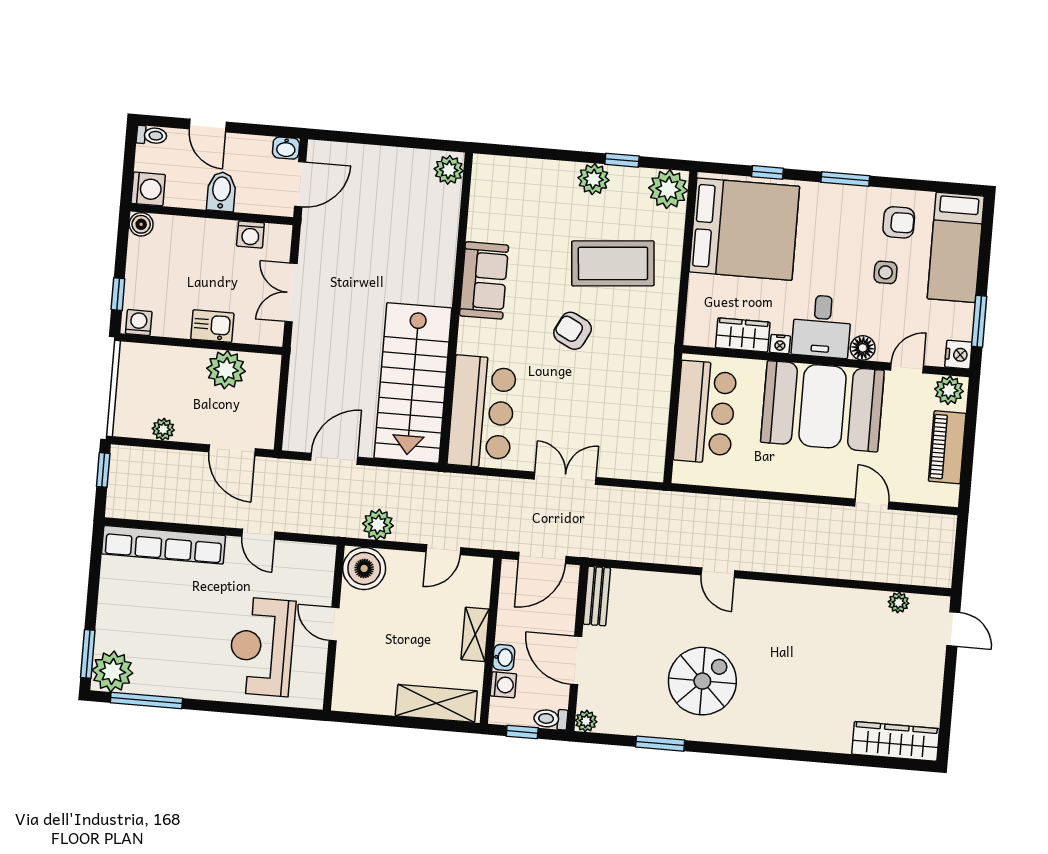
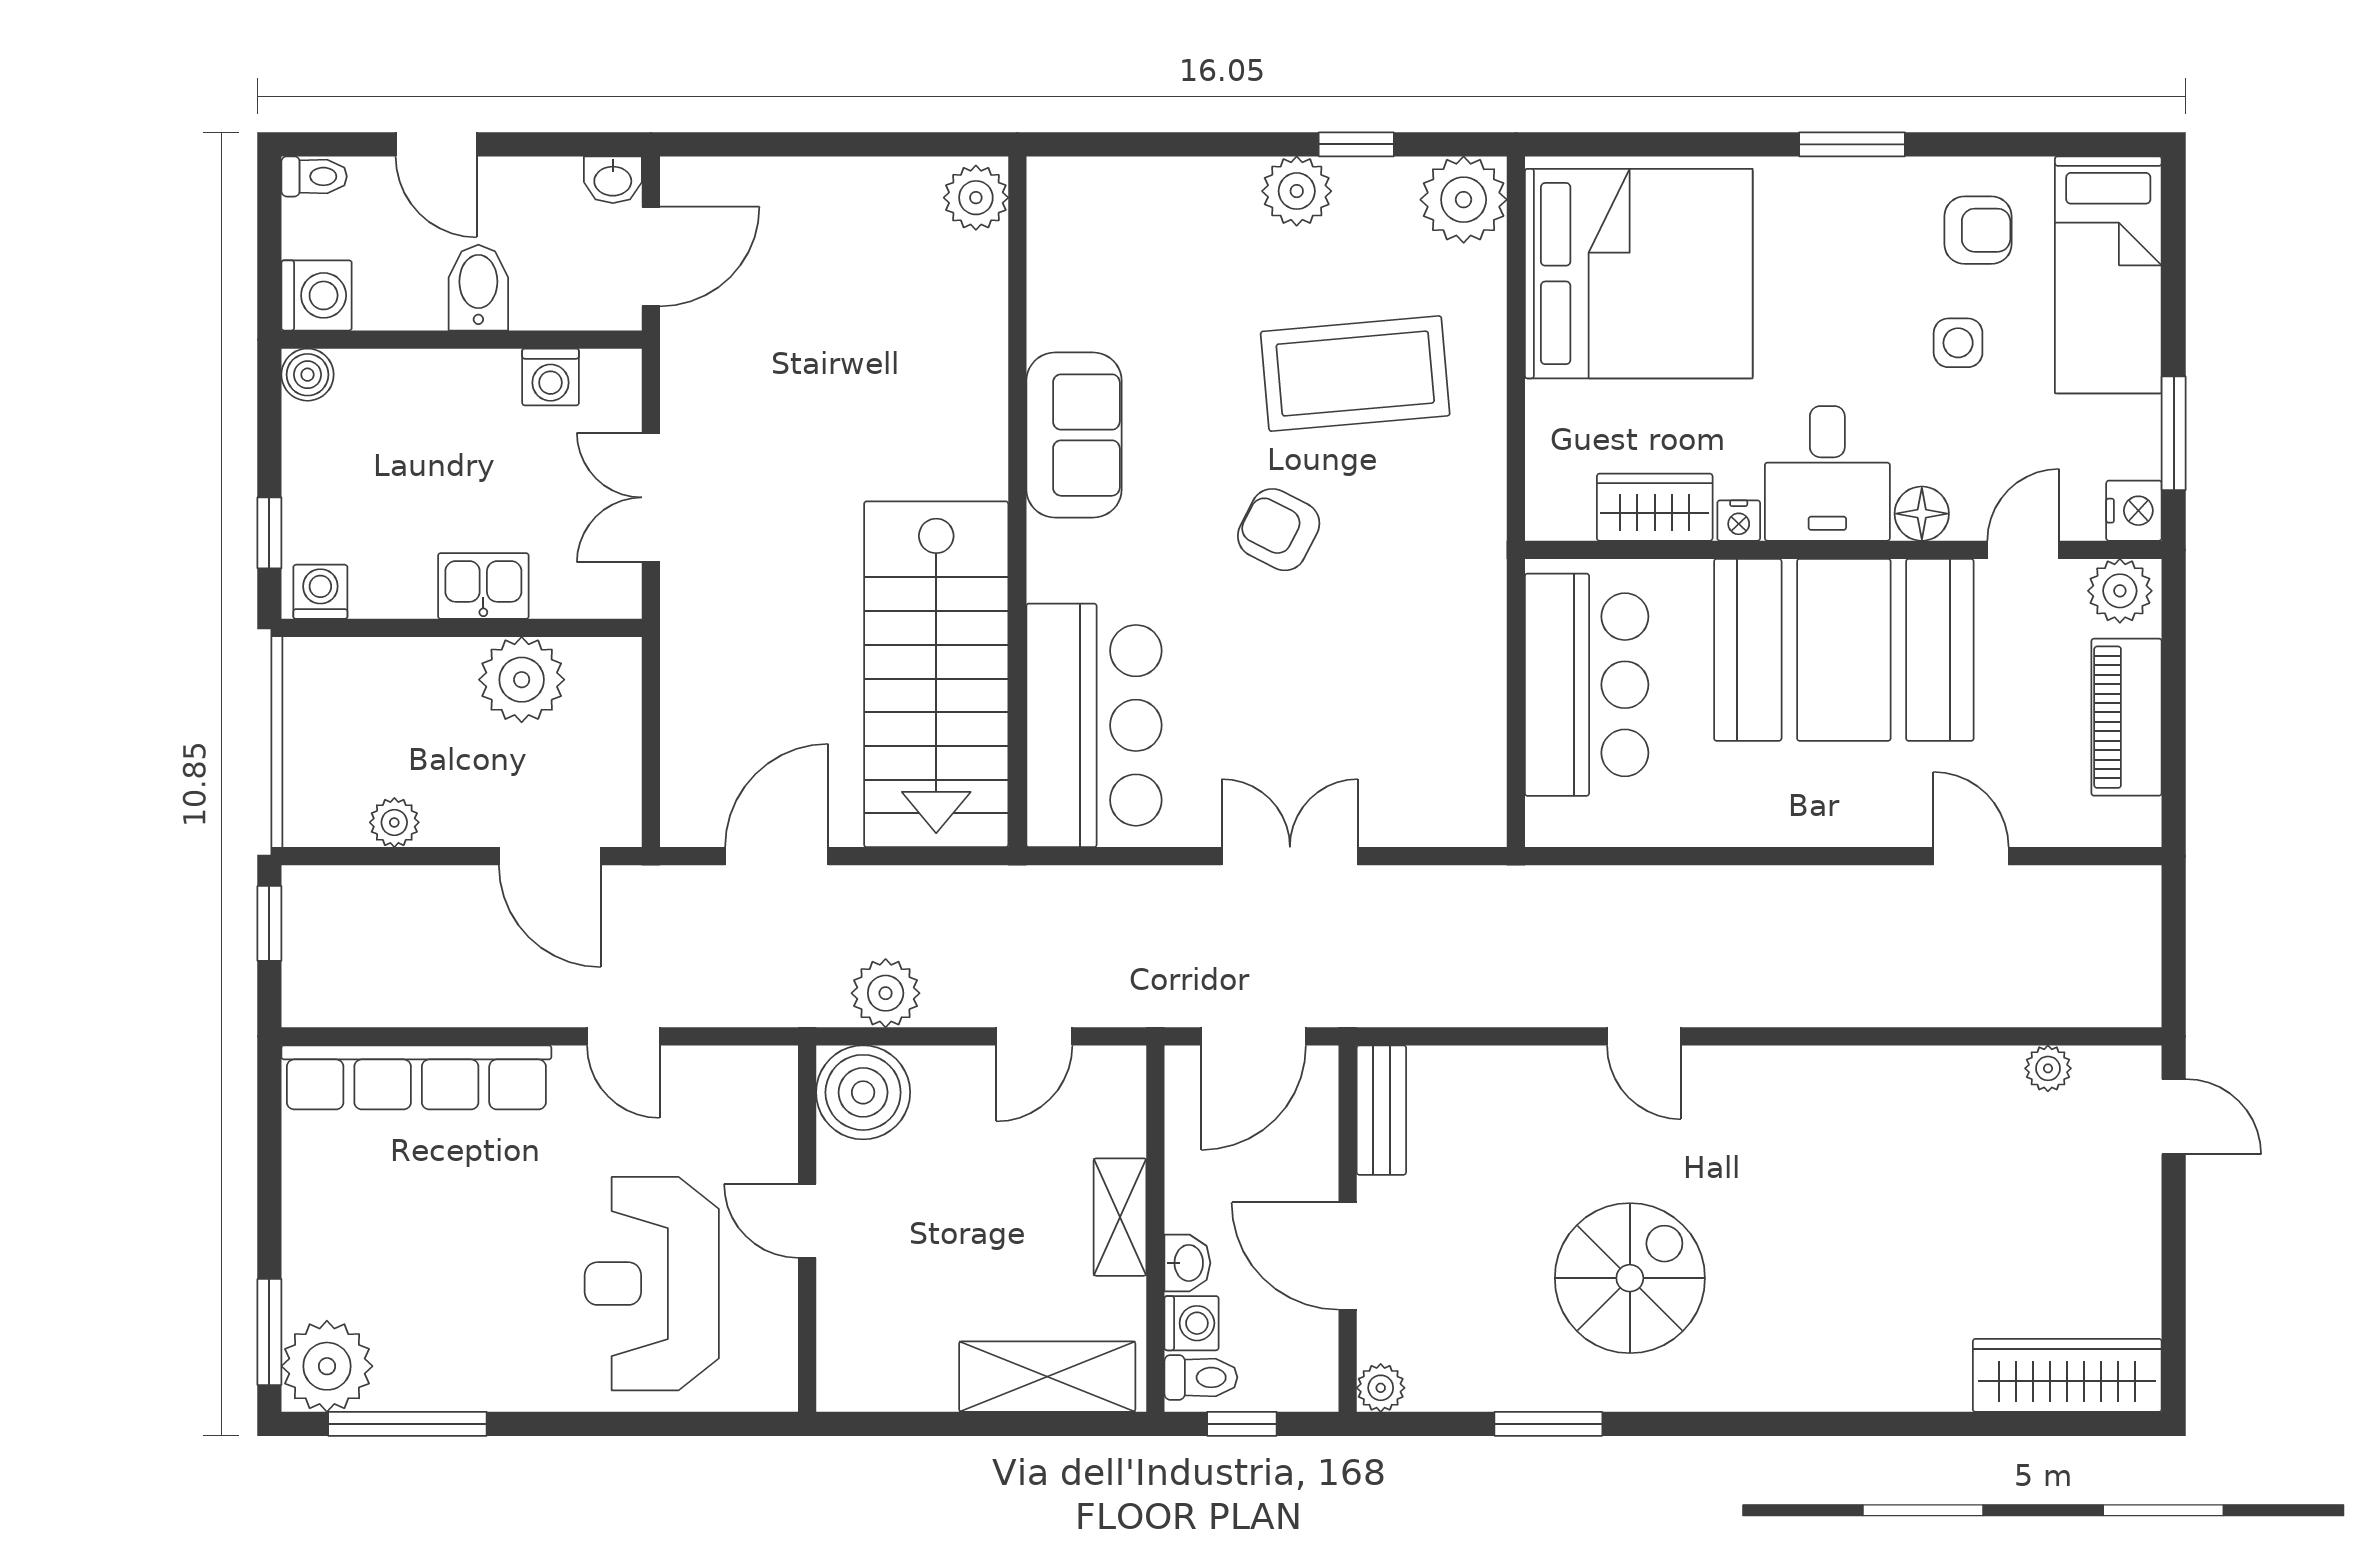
window: (768, 172) -> (1679, 144), removed
toilet: (551, 719) -> (1201, 1377), moved, turned 180

